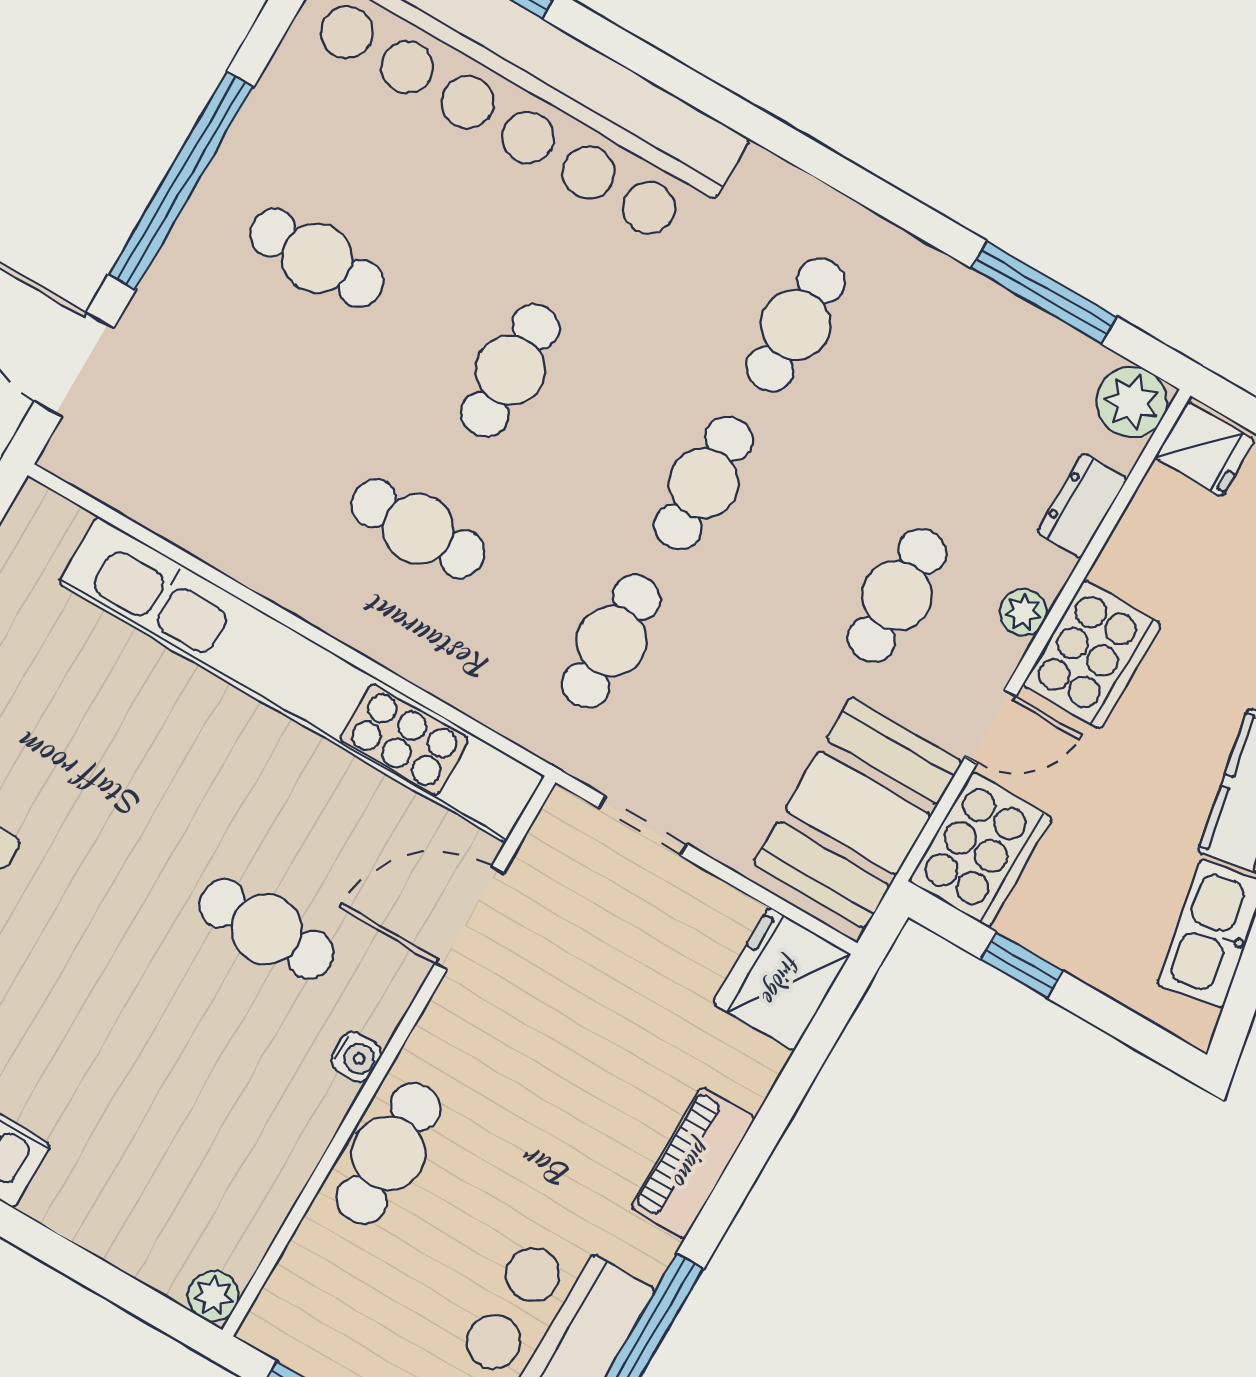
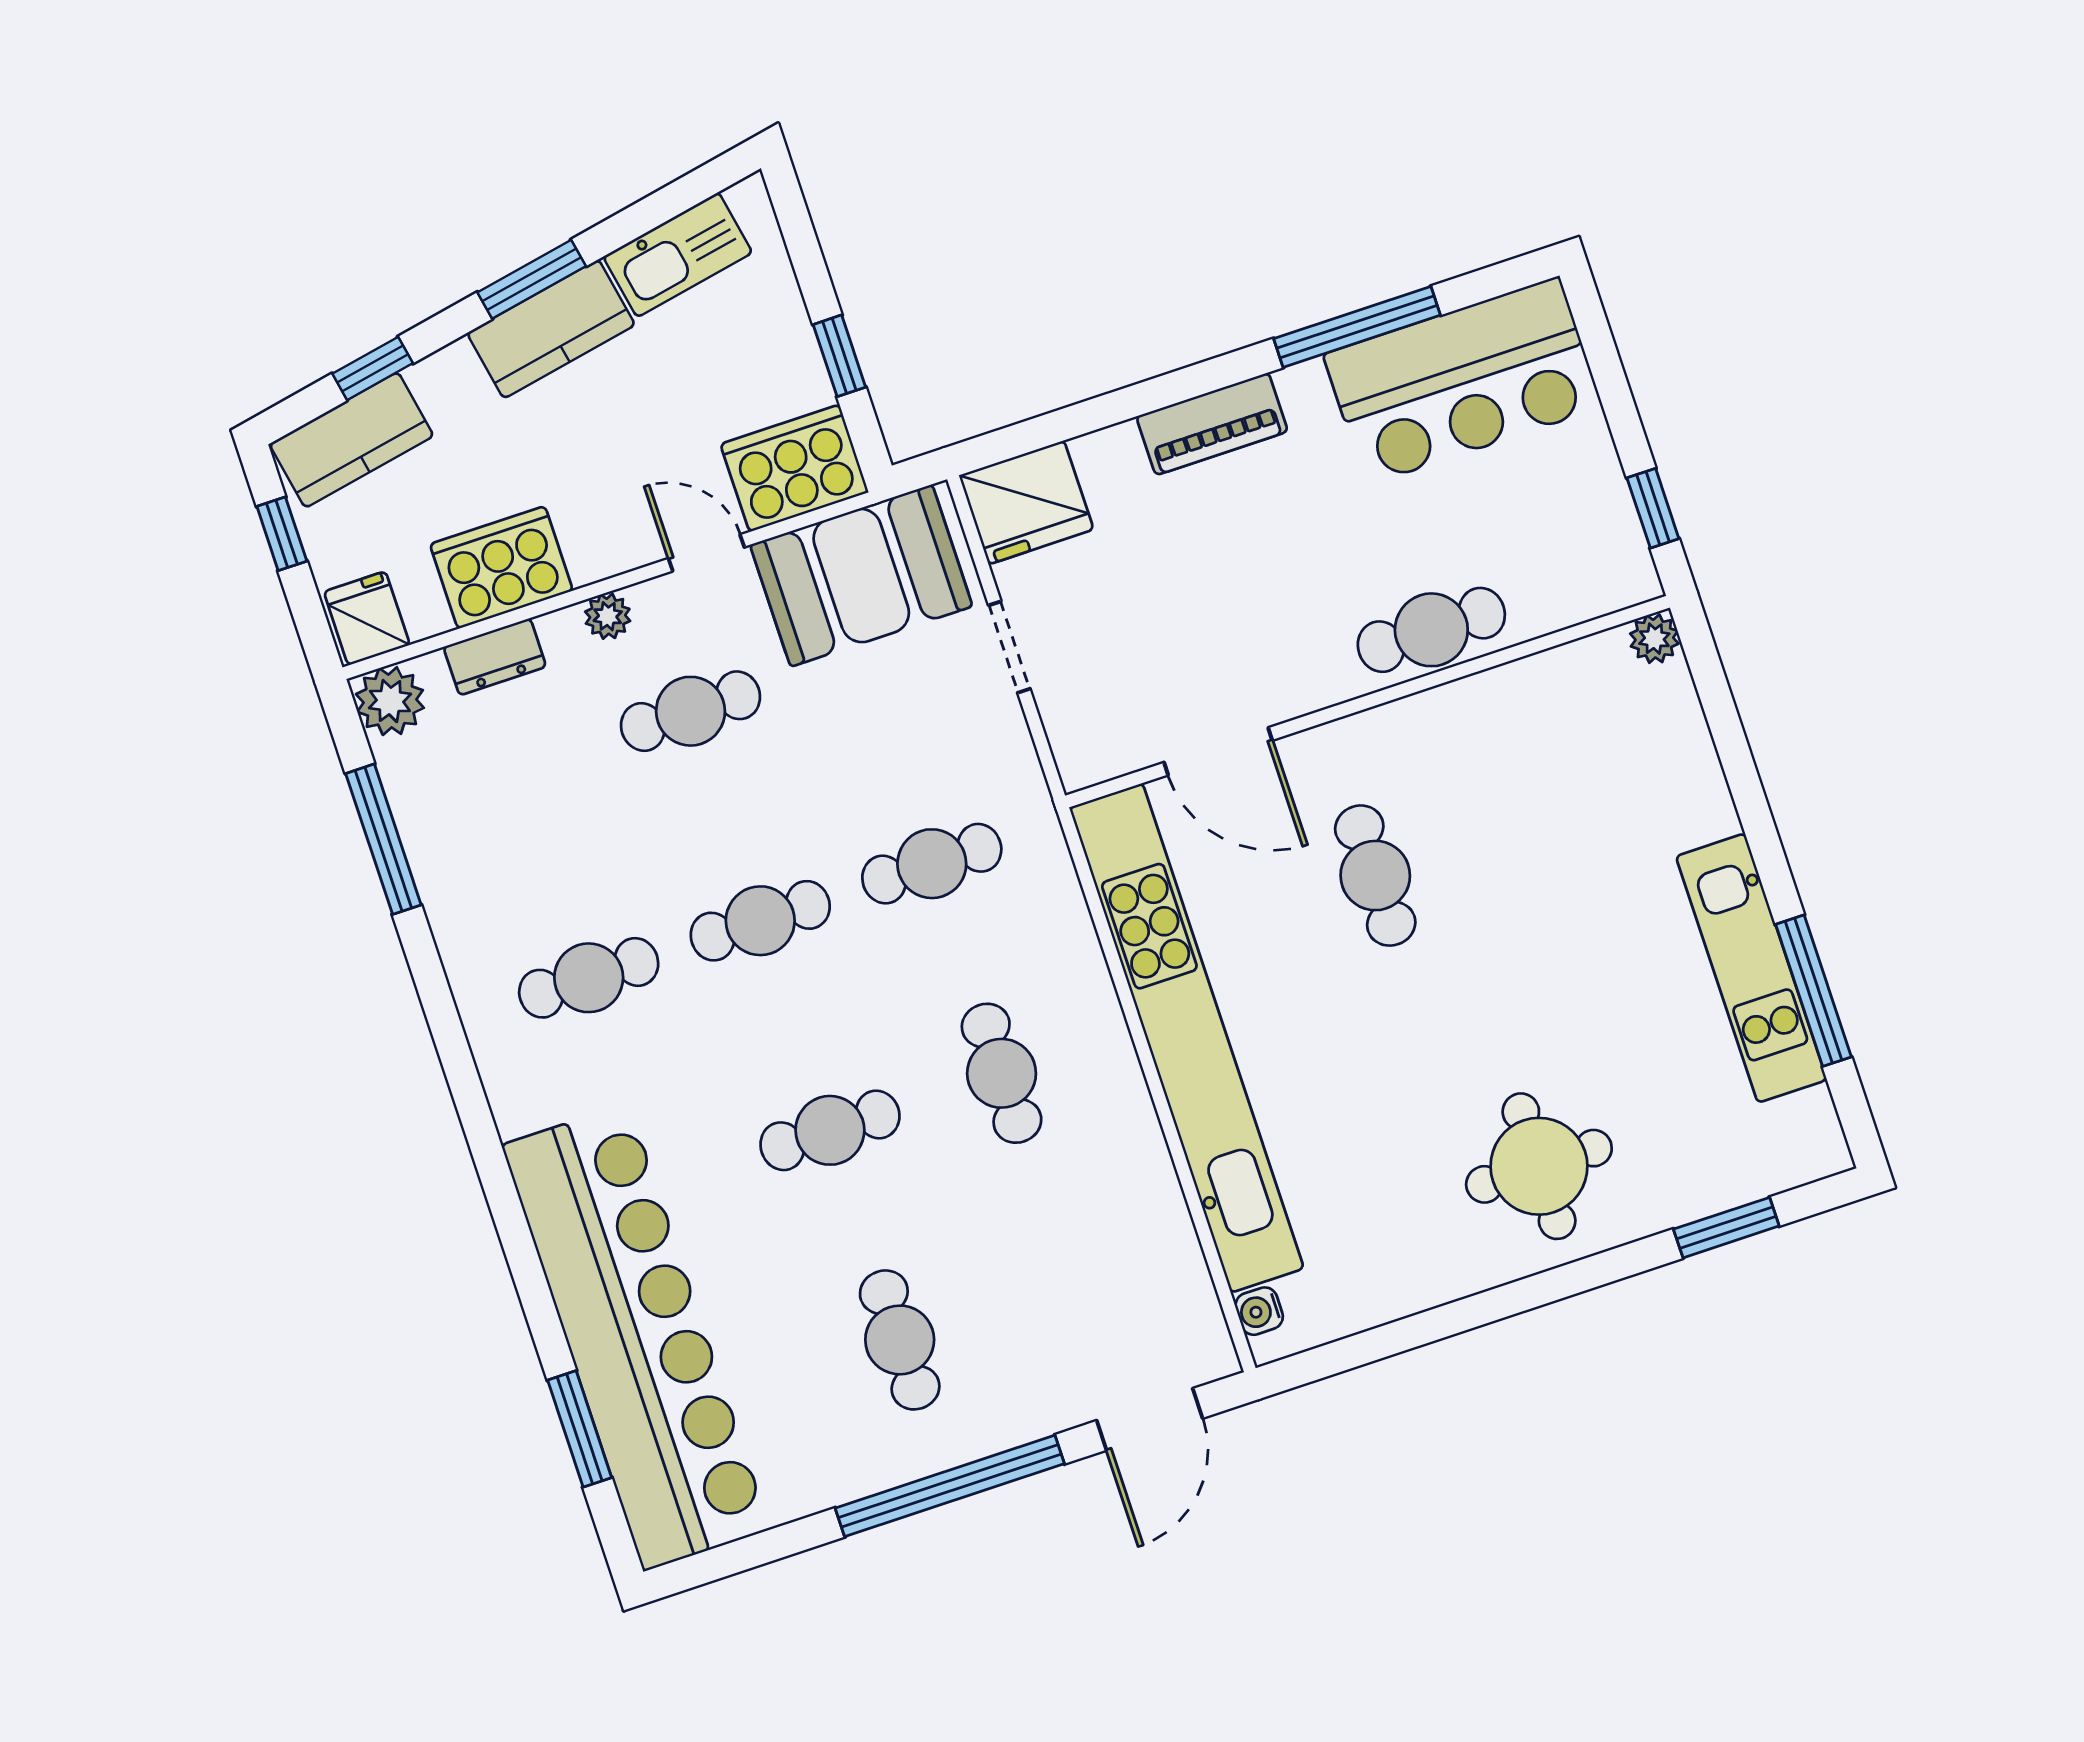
cooker: (1092, 655) -> (501, 567), moved
doorway: (643, 826) -> (1009, 647), moved
water cooler: (356, 1057) -> (1259, 1311), moved, turned -90

